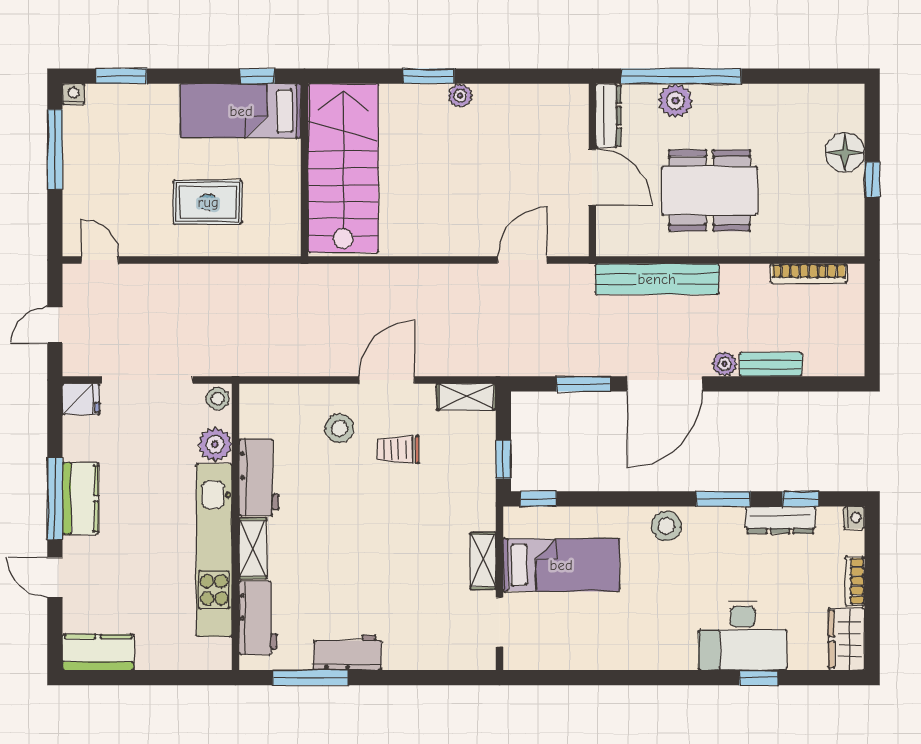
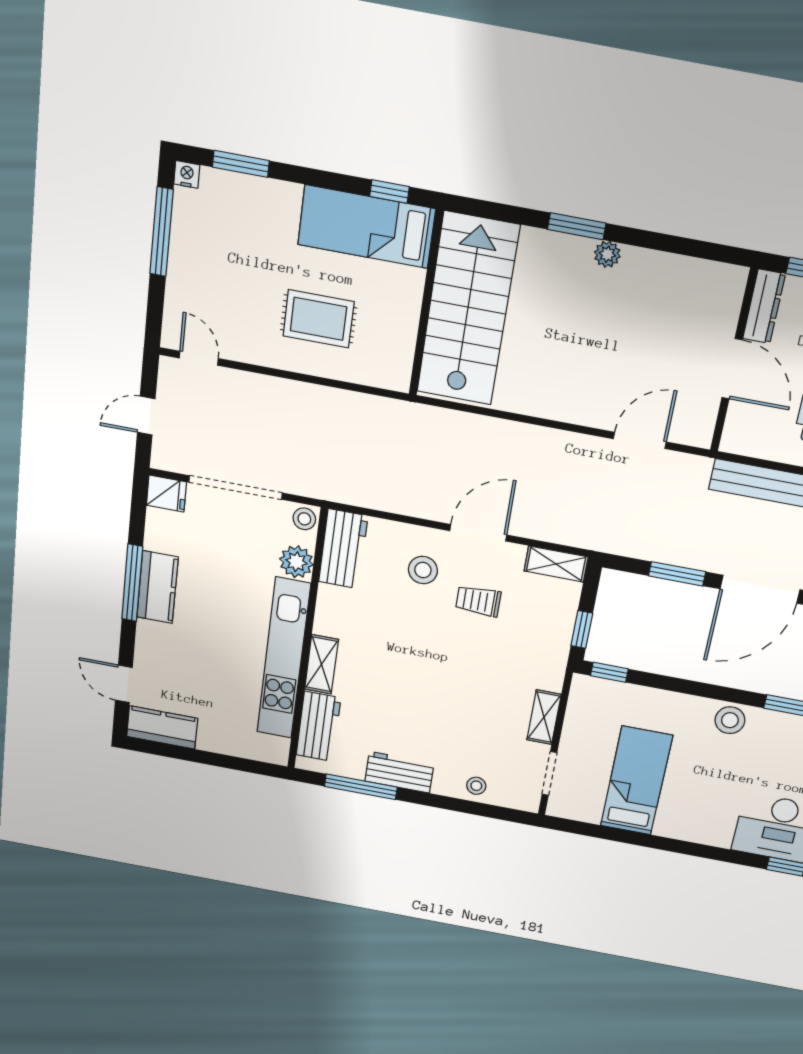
workbench: (259, 477) -> (343, 549), moved
bed: (561, 565) -> (636, 781), moved, turned -90
door: (55, 577) -> (124, 684), moved
stool: (428, 652) -> (476, 786), added

